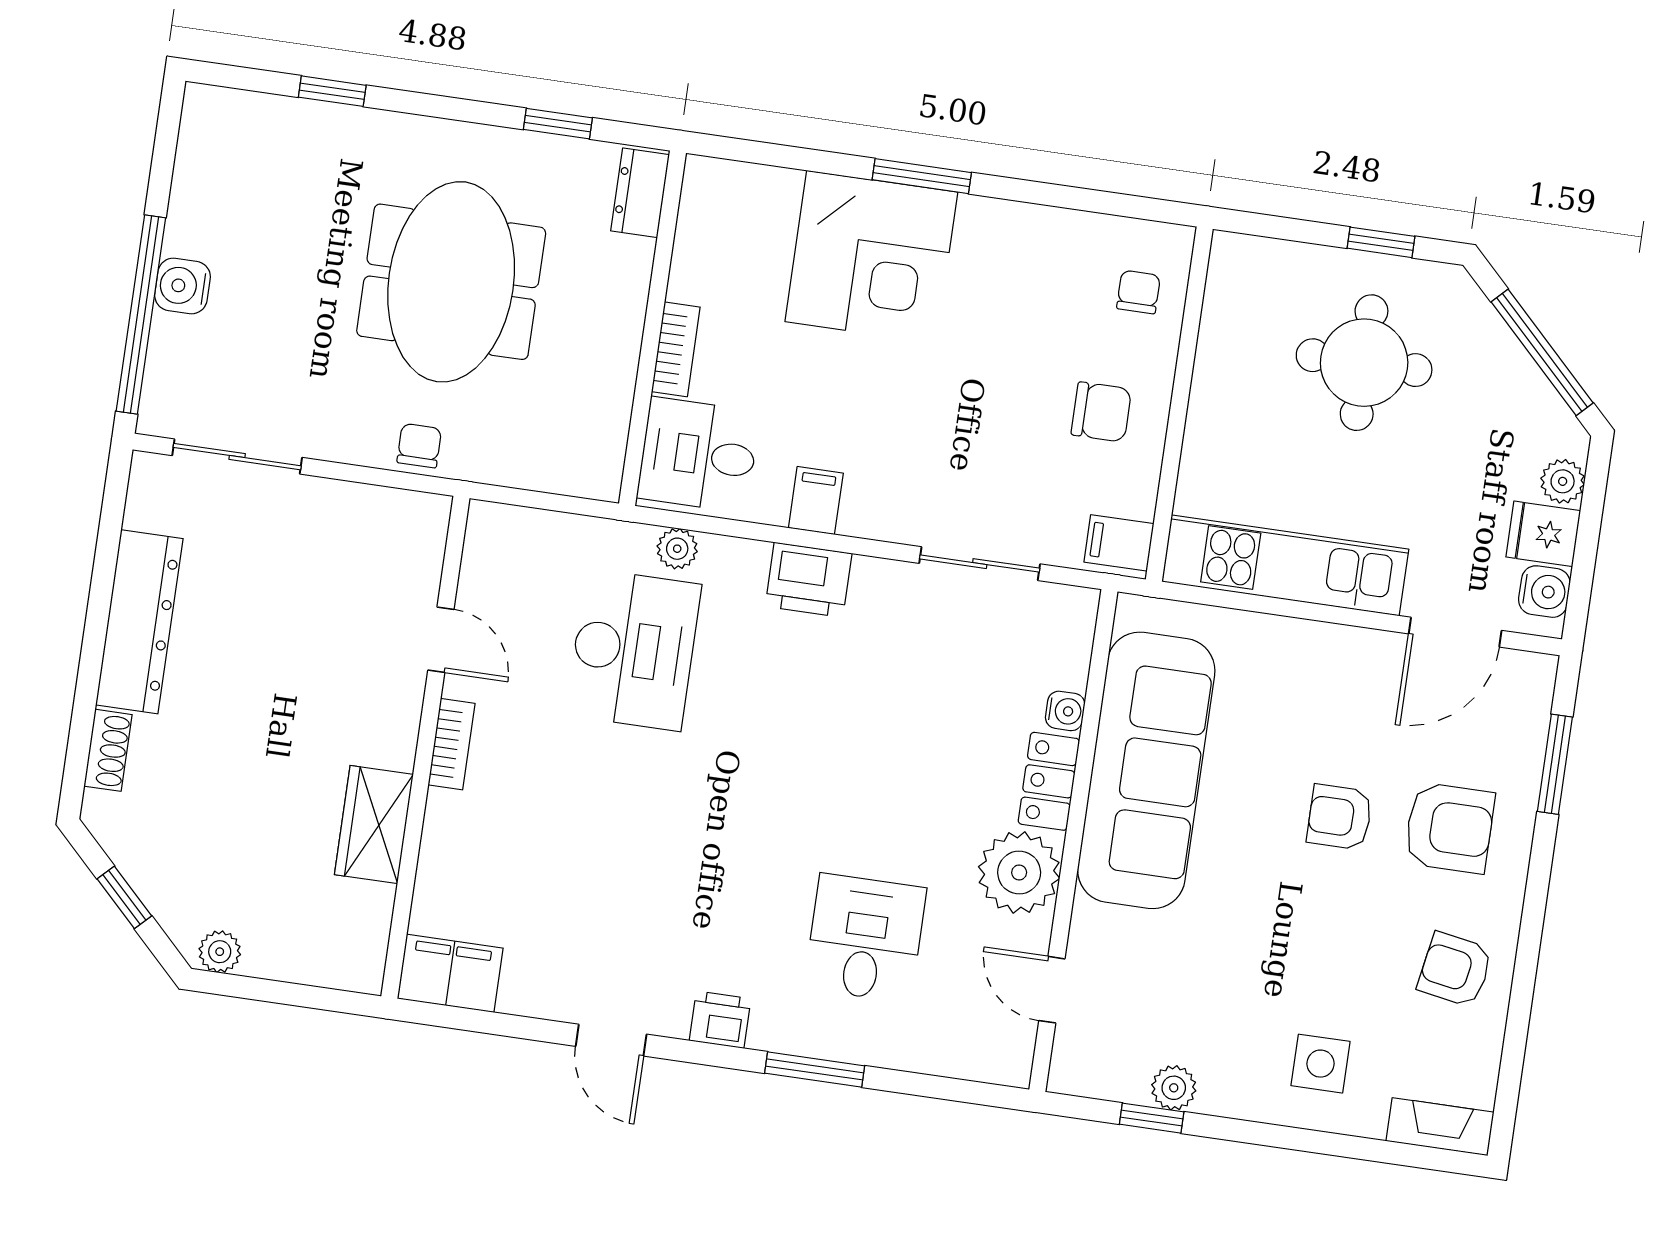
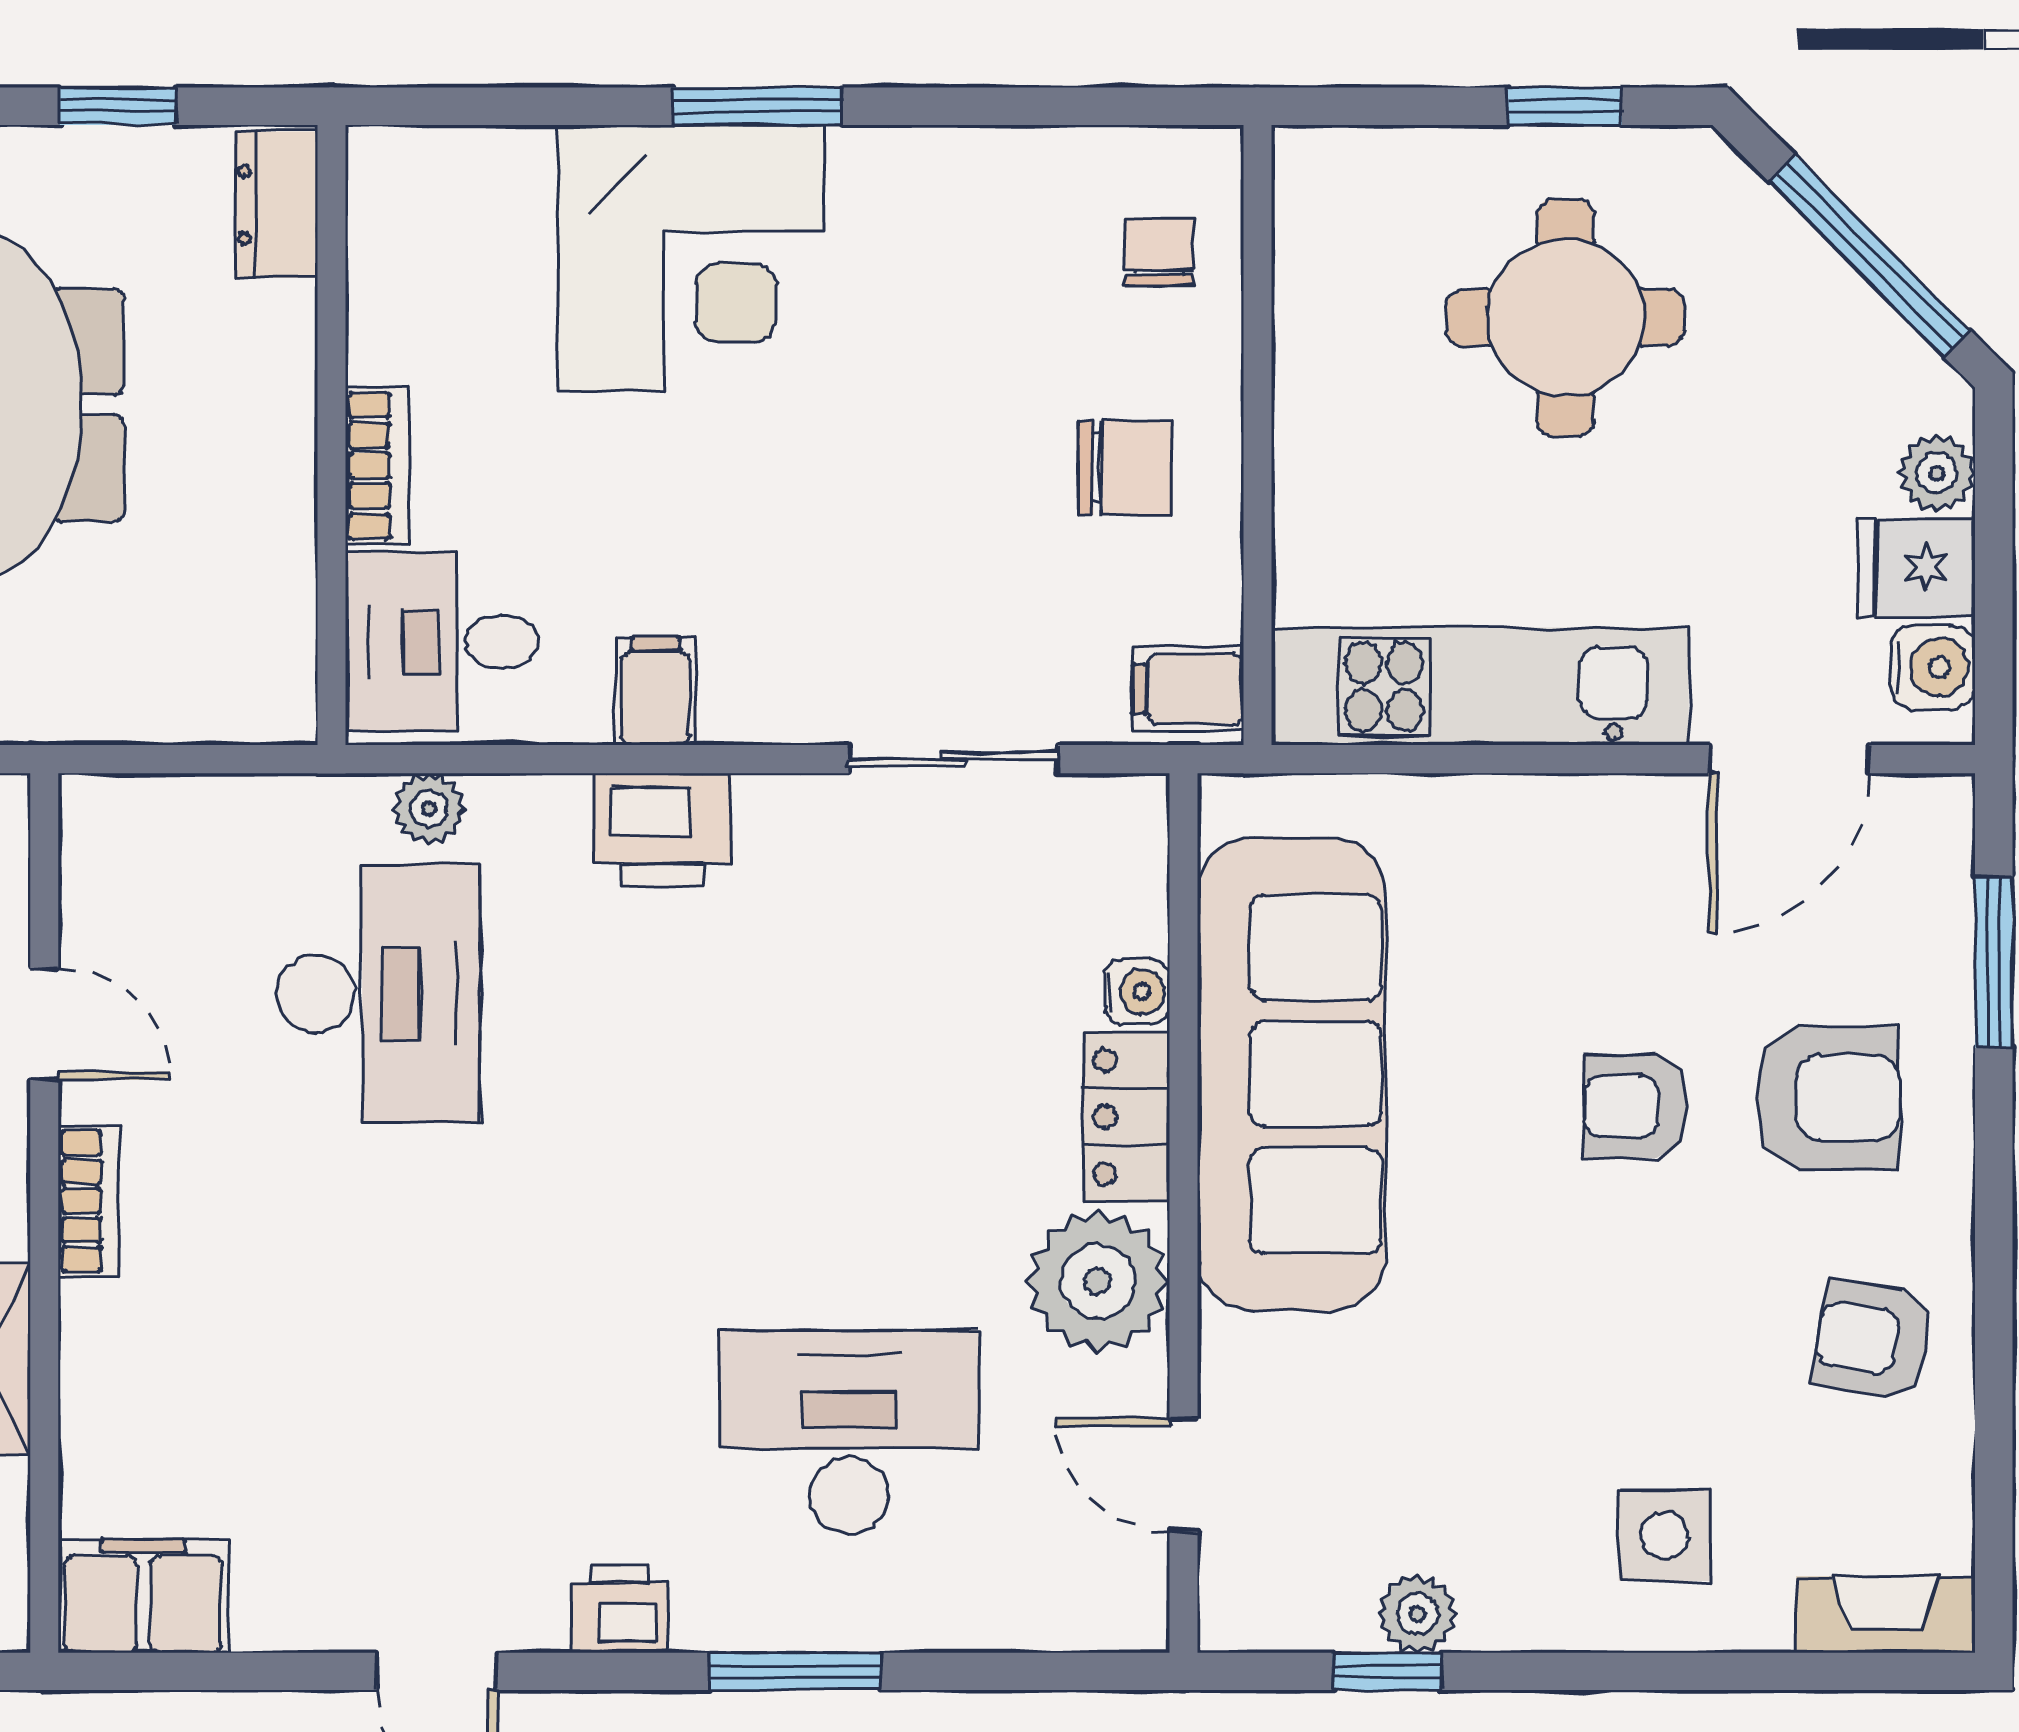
desk: (865, 938) -> (849, 1432), width x1.37

